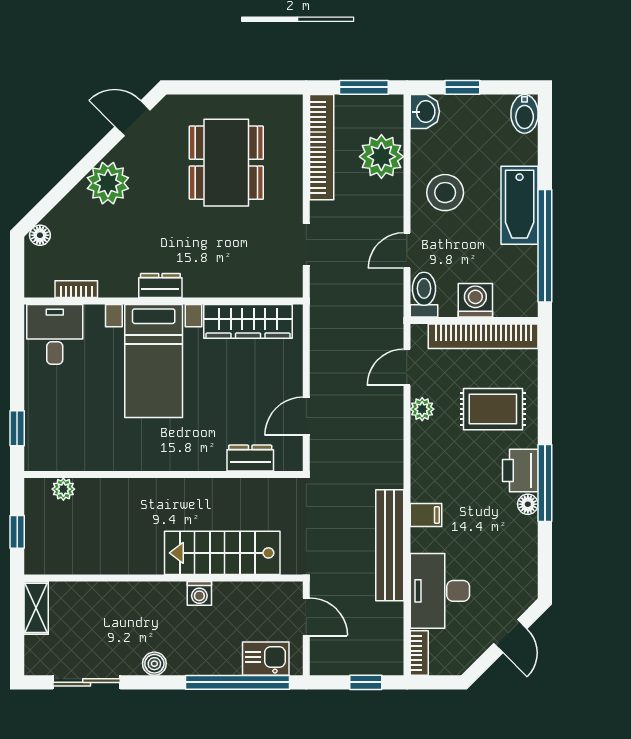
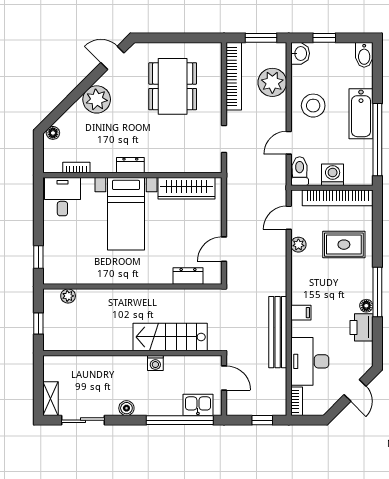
printer: (520, 470) -> (361, 327), moved
shelving: (36, 608) -> (50, 399), moved

